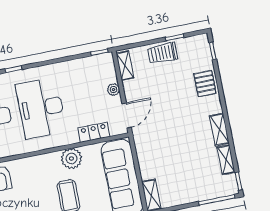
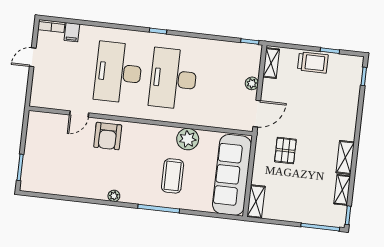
trolley: (163, 53) -> (313, 62), turned 180
pallet: (205, 84) -> (285, 151), moved
locker: (94, 132) -> (219, 120), removed

